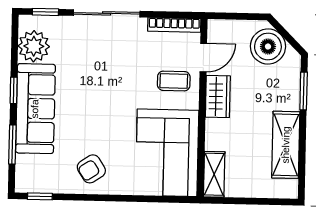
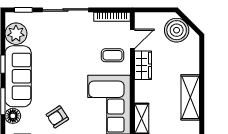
window: (304, 91) -> (202, 60), removed
floor lamp: (26, 166) -> (13, 116), added

